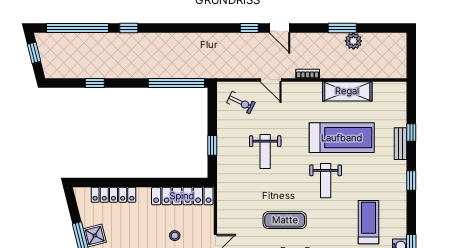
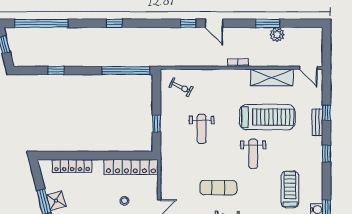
window: (129, 28) -> (114, 23), moved
door: (271, 80) -> (308, 68), moved

